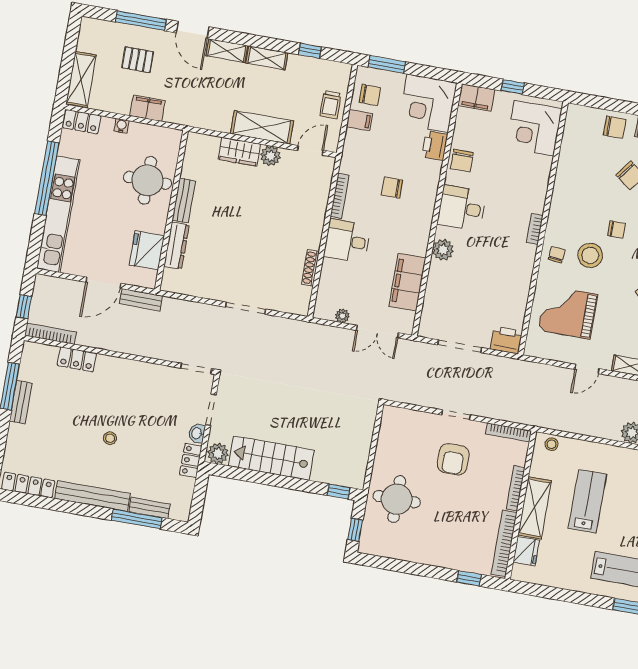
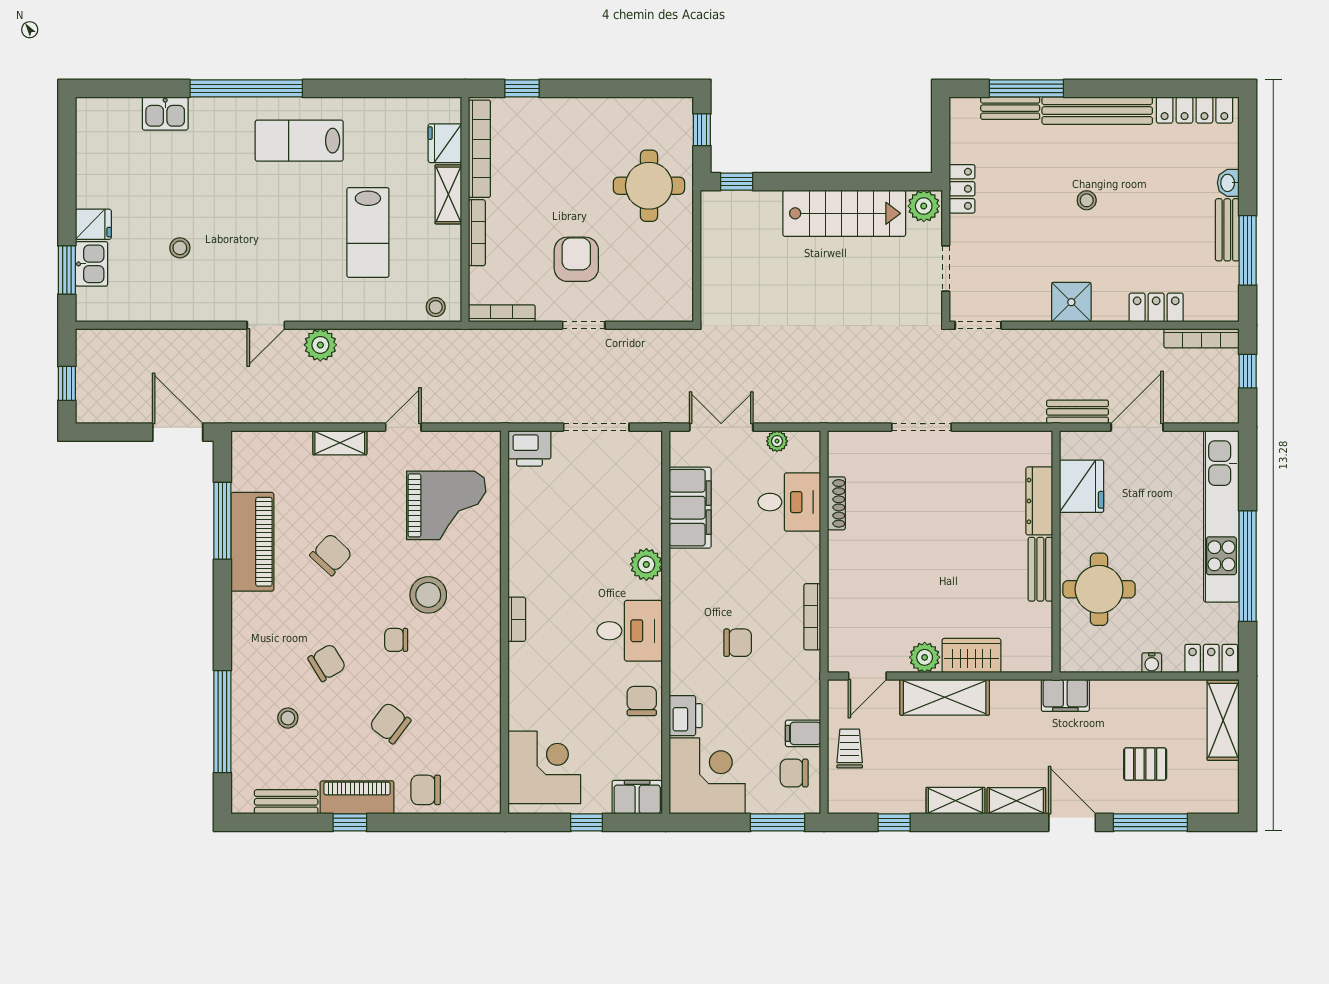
filing cabinet: (148, 108) -> (1065, 695), moved
desk: (347, 241) -> (789, 502), moved
chair: (557, 255) -> (478, 587), removed
shower: (132, 373) -> (1071, 302), added
washbasin: (197, 433) -> (1228, 183), moved, turned 180
shelving: (535, 508) -> (448, 194), width x0.67, depth x0.75

